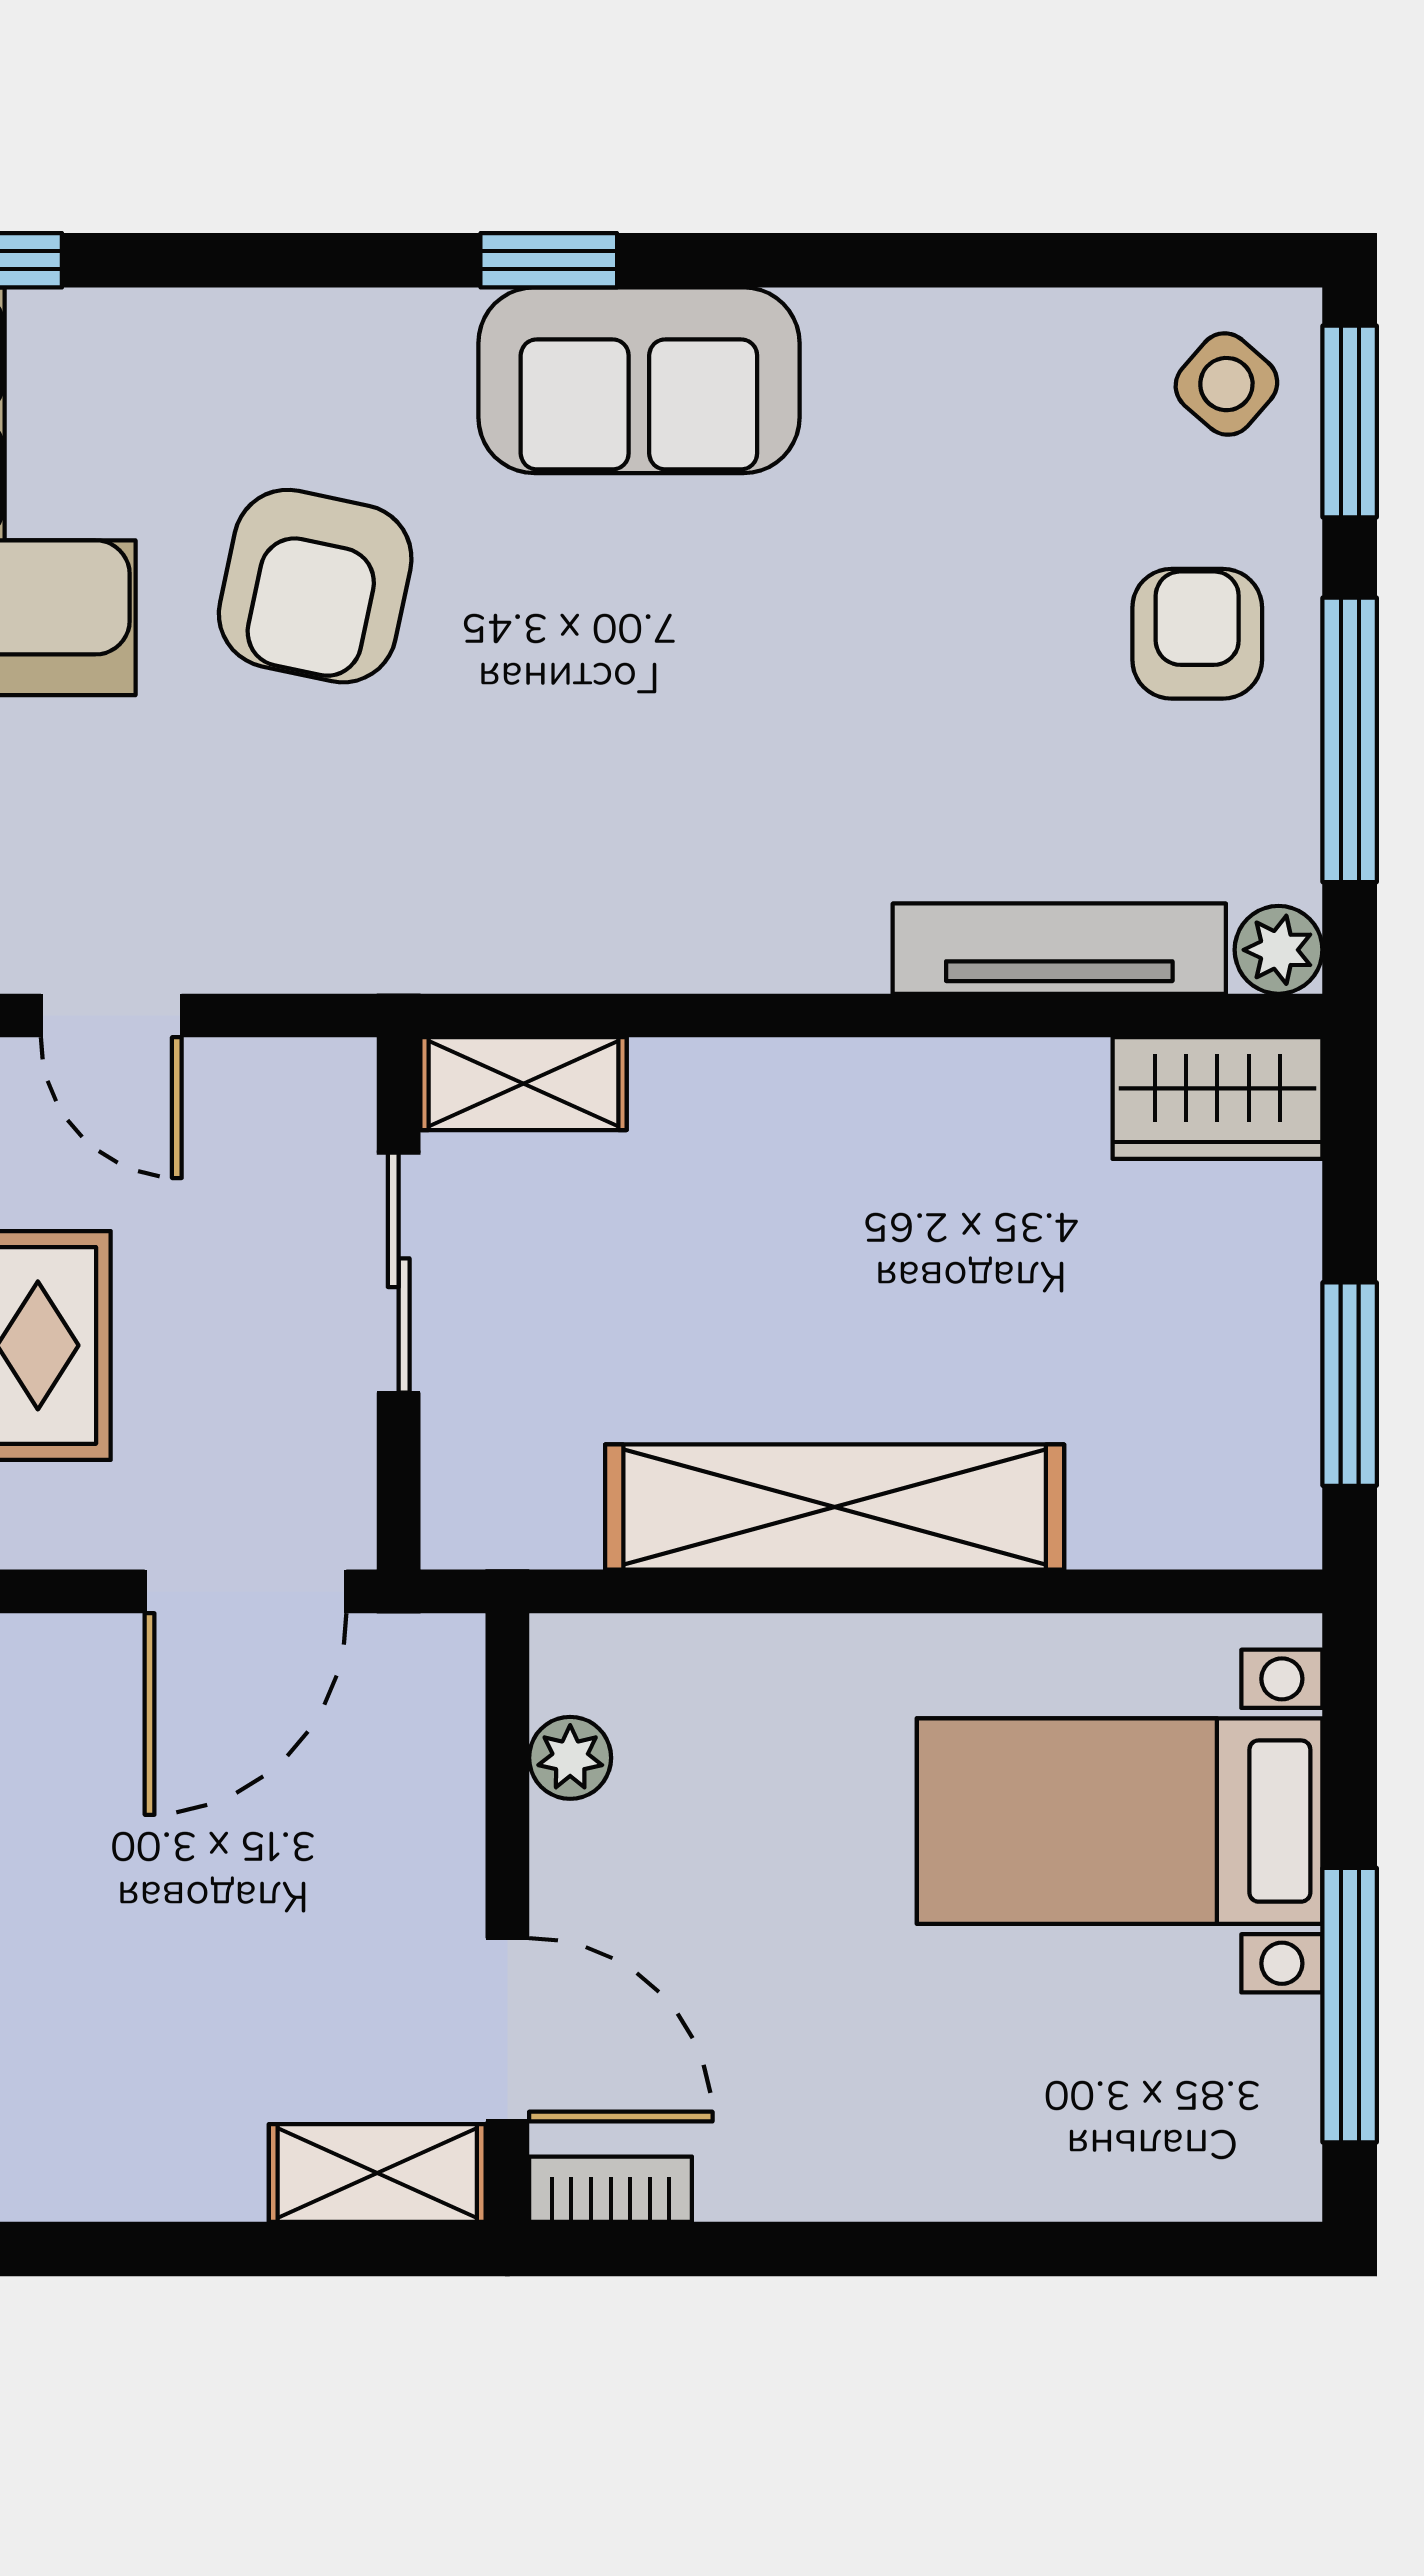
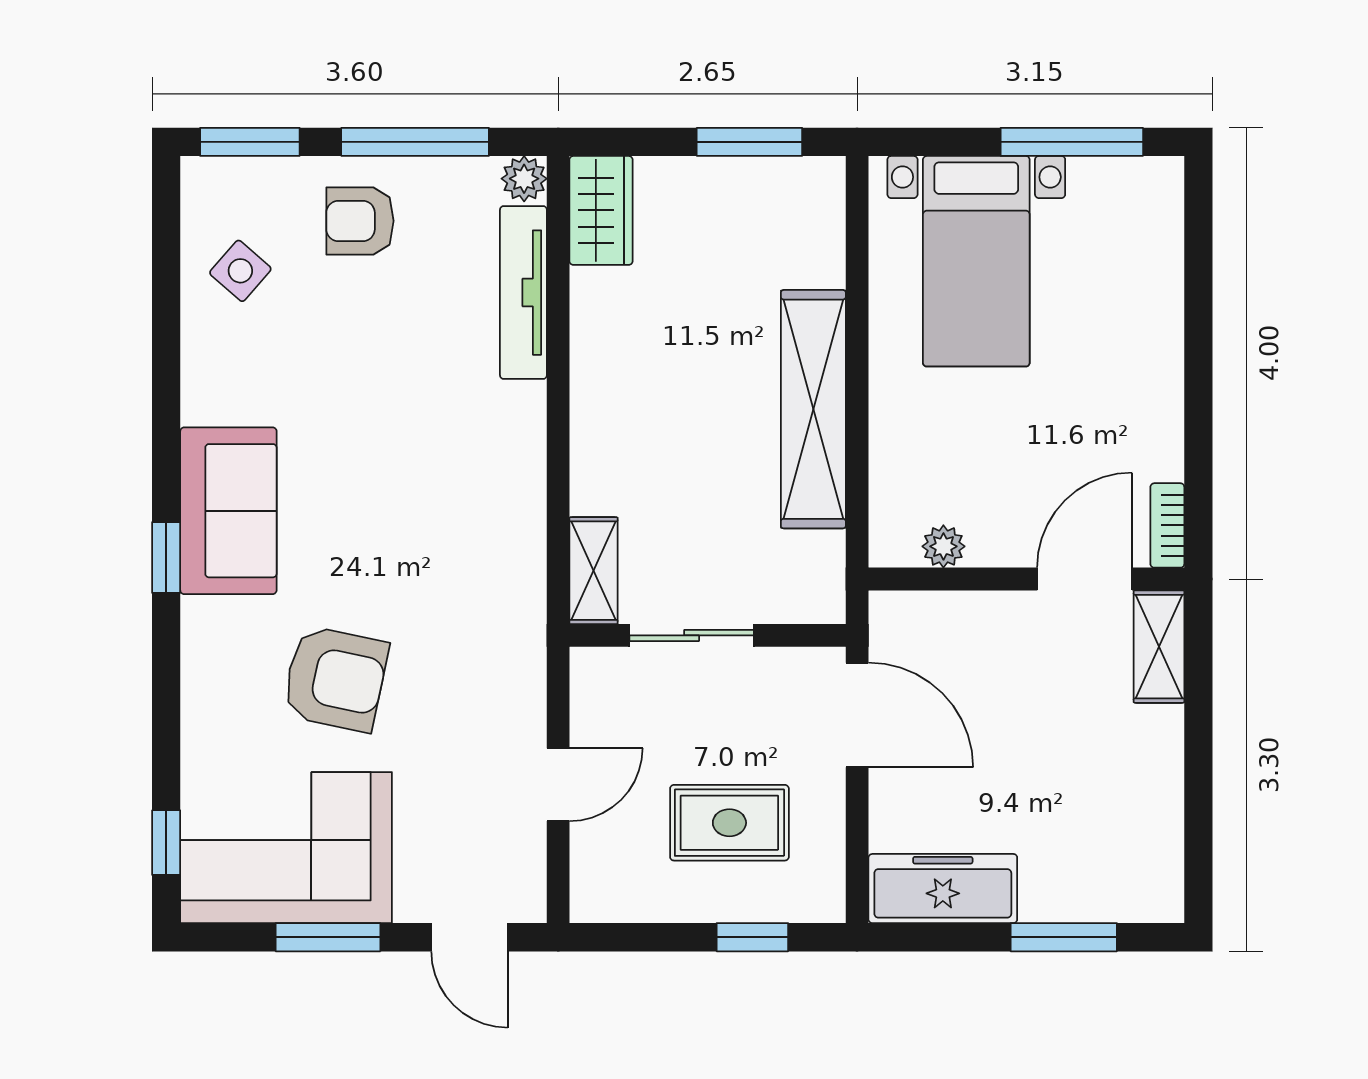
side table: (1226, 384) -> (240, 271), moved

